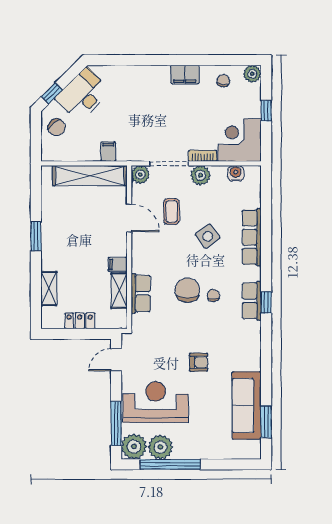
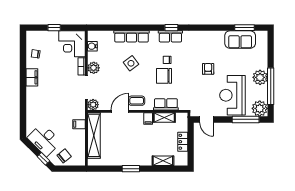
plant: (252, 74) -> (31, 36), removed
coffee table: (172, 211) -> (137, 101), moved
sofa: (247, 405) -> (240, 40), width x0.73
plant: (160, 447) -> (260, 77), moved

